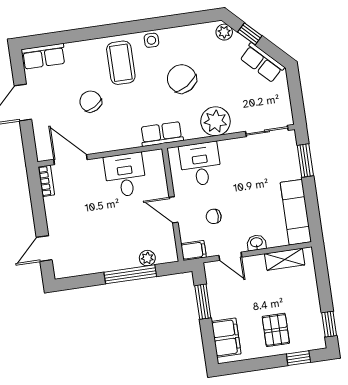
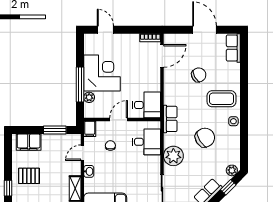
desk: (125, 175) -> (146, 105), moved
corner desk: (109, 244) -> (102, 73), added

